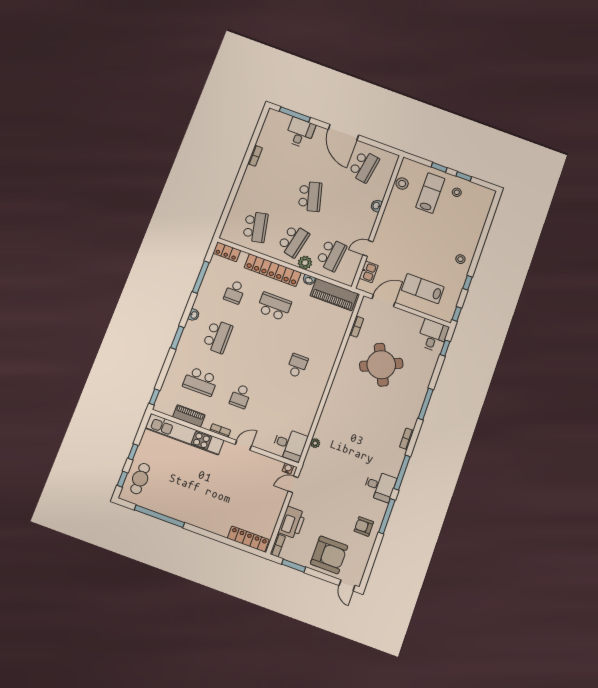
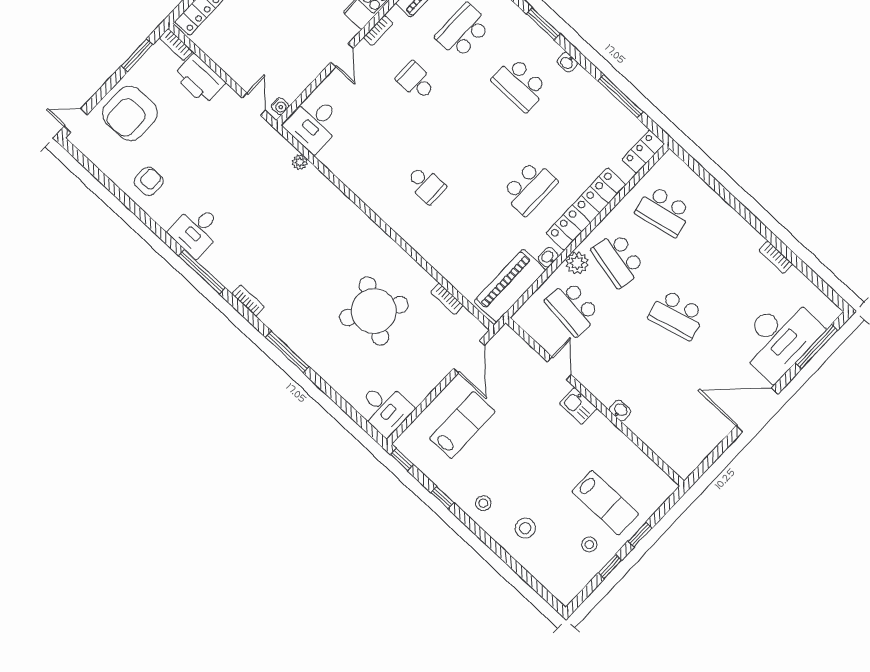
desk: (300, 133) -> (779, 338), width x1.87, depth x1.30
school desk: (364, 166) -> (690, 418), removed
stool: (402, 184) -> (525, 528), moved
kitchen sink: (369, 272) -> (578, 406), moved
school desk: (235, 292) -> (577, 138), removed
window: (445, 348) -> (358, 418), removed
round table: (381, 365) -> (374, 311), turned -32
window: (387, 516) -> (149, 222), removed

